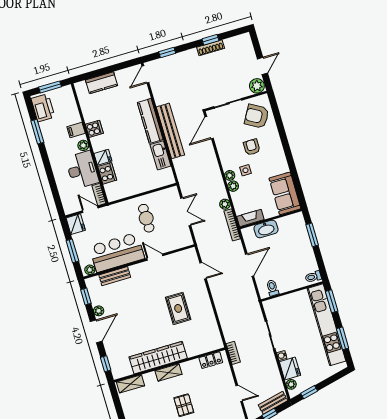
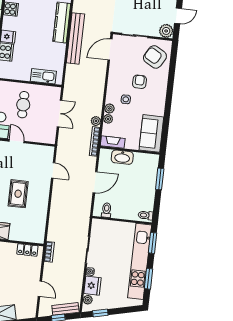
kitchen sink: (160, 155) -> (43, 76), moved, turned 90
plant: (230, 175) -> (108, 119), moved

